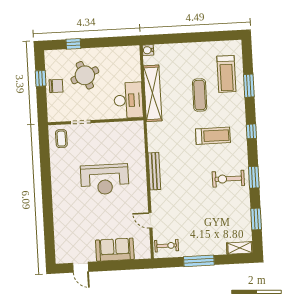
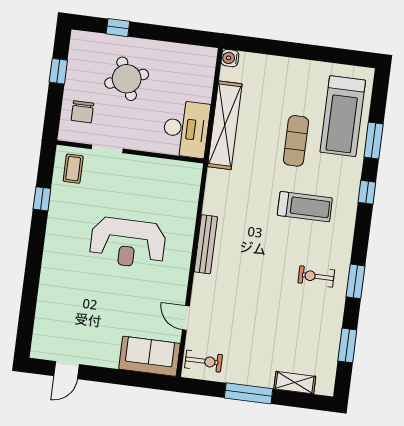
treadmill: (226, 74) -> (343, 116), width x1.37, depth x1.38
chair: (56, 86) -> (82, 112), moved, turned 90
window: (251, 131) -> (367, 192), moved
window: (45, 161) -> (42, 199), added
exercise bike: (228, 179) -> (316, 276), width x0.73, depth x0.72
shelving: (240, 248) -> (295, 383), moved
sofa: (115, 250) -> (149, 356), moved
door: (81, 267) -> (66, 370), hinge flipped

